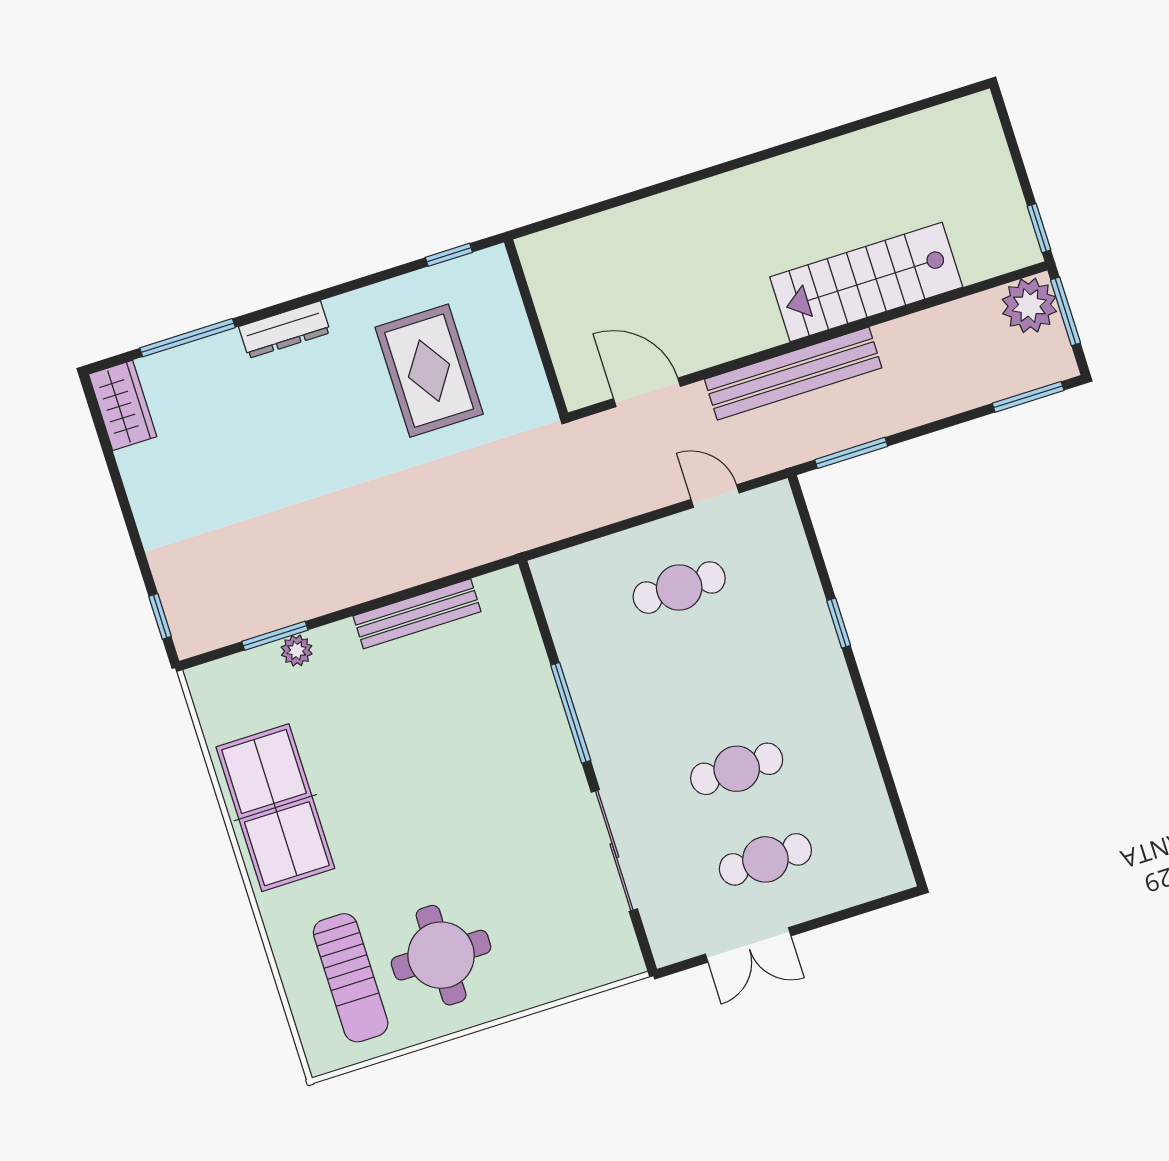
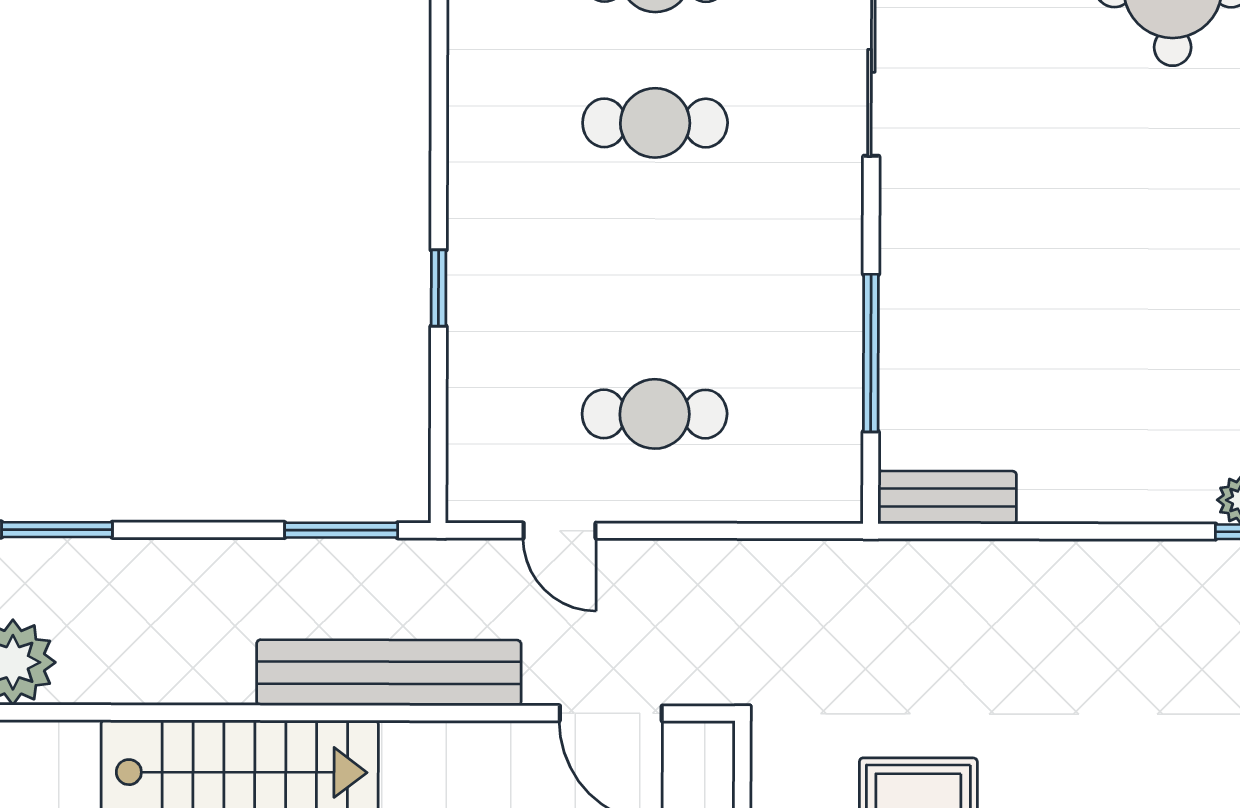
bench: (417, 614) -> (947, 497), moved, width x0.73
window: (571, 713) -> (871, 353), moved

